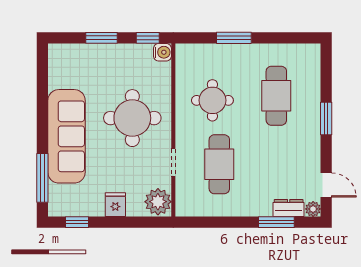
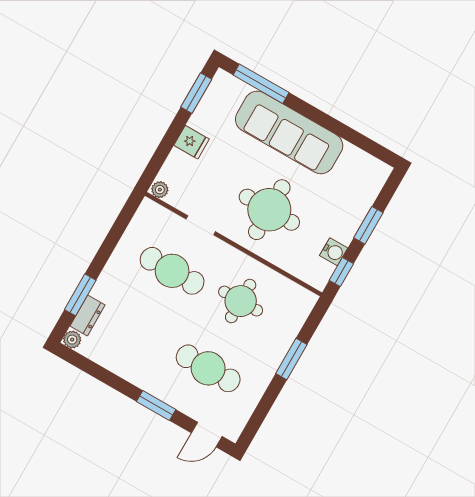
water cooler: (162, 52) -> (334, 252), moved, turned -90
door: (326, 185) -> (207, 435), moved
plant: (158, 202) -> (160, 190), width x0.53, depth x0.53
window: (77, 222) -> (196, 93), width x1.50

